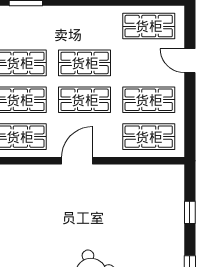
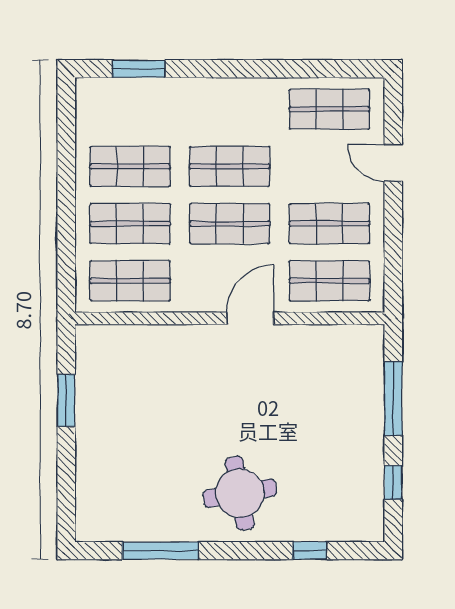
door: (77, 161) -> (250, 318), moved
window: (190, 212) -> (393, 399), width x2.17

